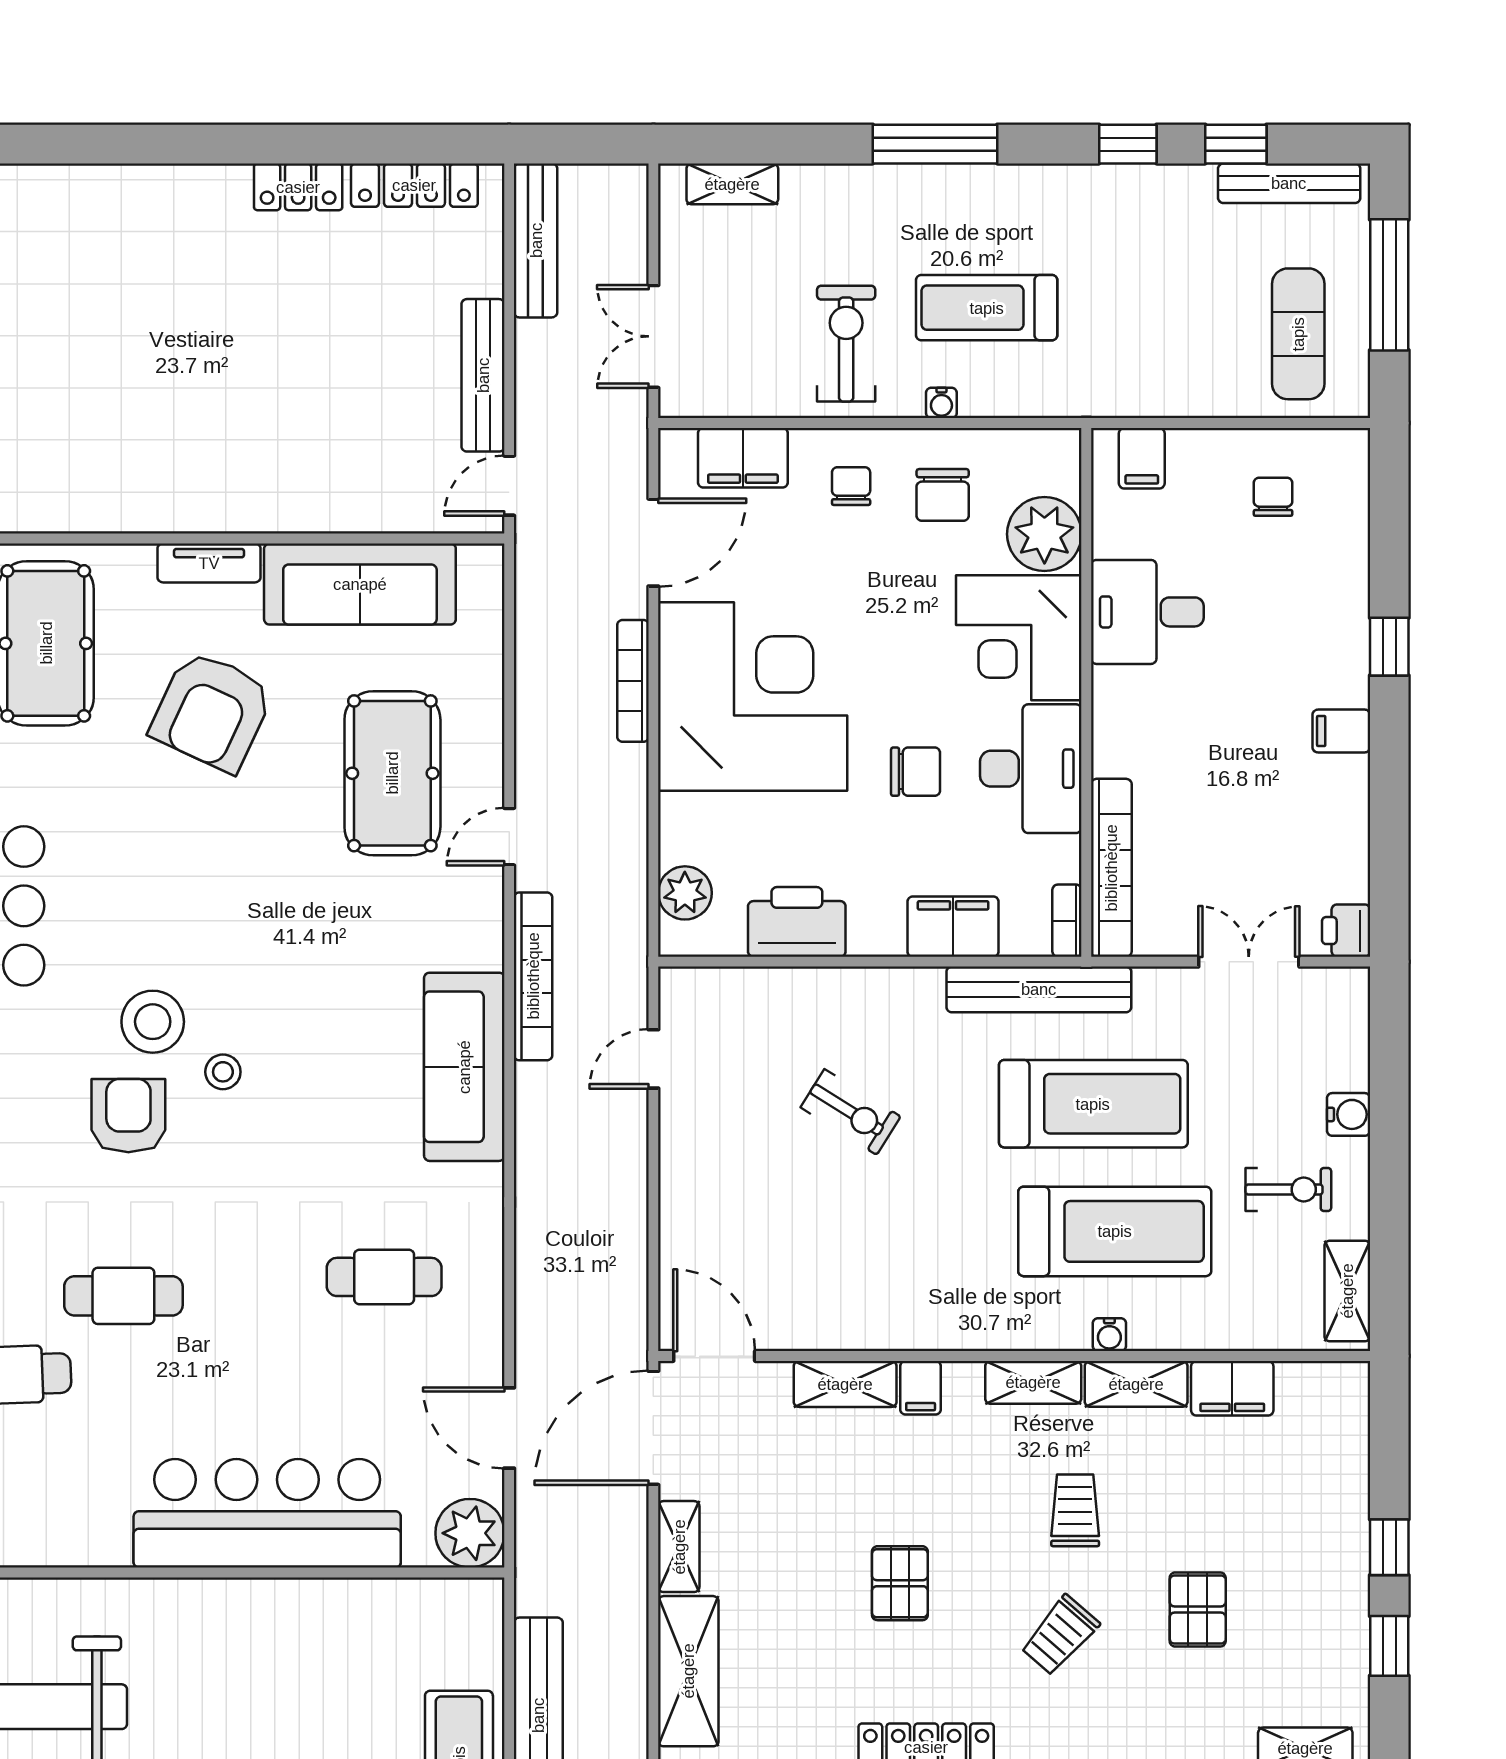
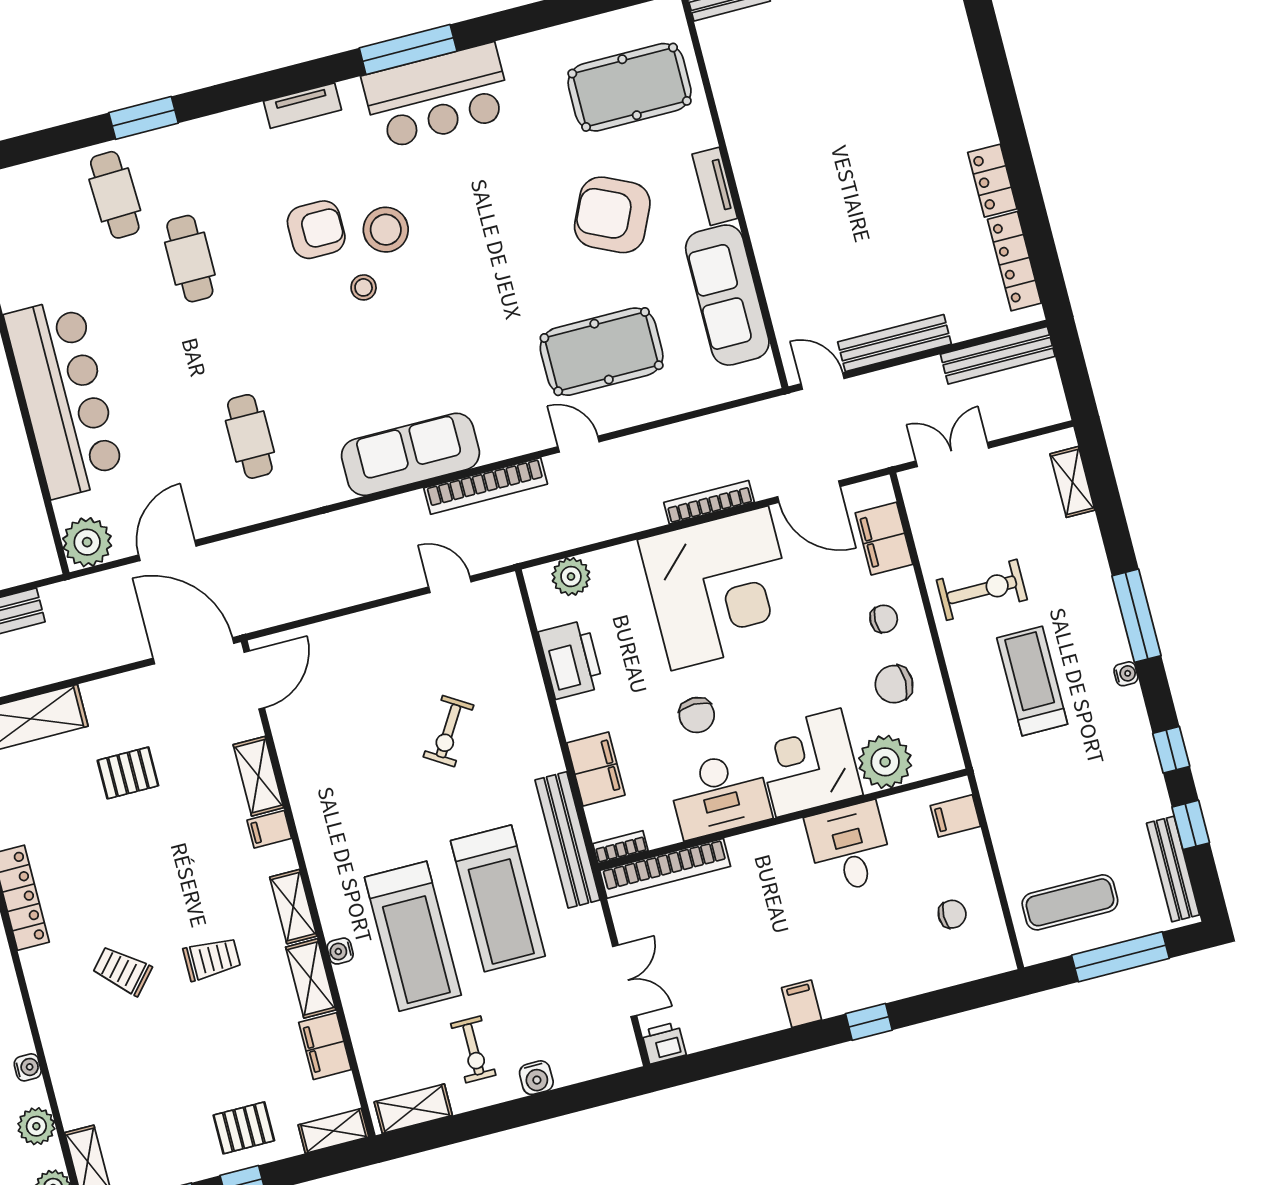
water cooler: (941, 403) -> (1126, 674), moved, turned 180
shelving: (679, 1547) -> (333, 1131), moved
pallet: (900, 1583) -> (128, 773), moved
pallet: (1198, 1610) -> (244, 1128), moved

